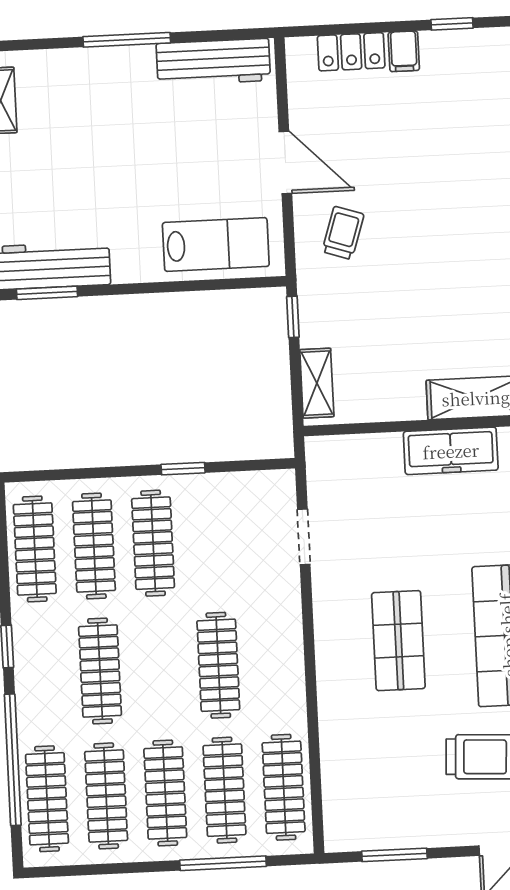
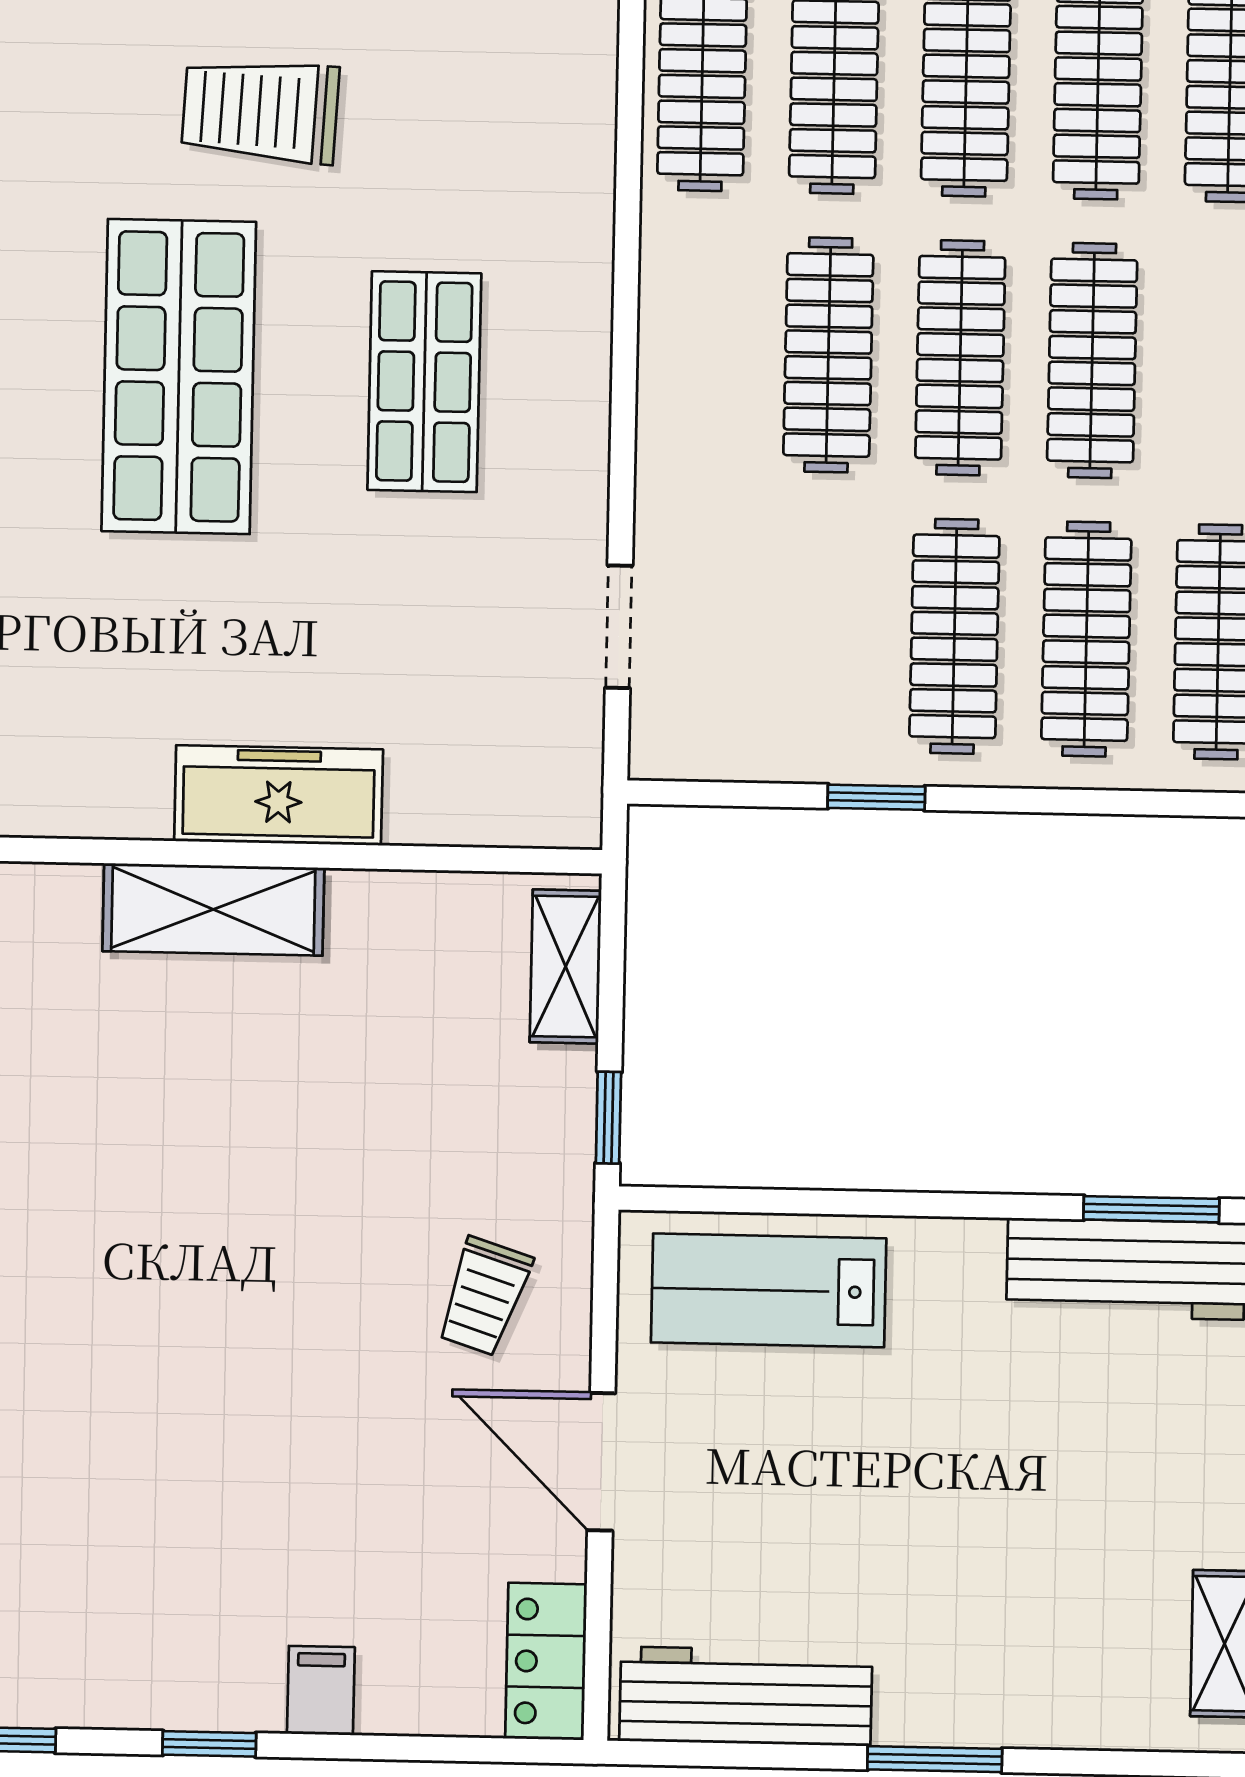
window: (127, 40) -> (935, 1759), width x0.69
locker: (351, 52) -> (546, 1661), moved, turned -90
clothes rail: (159, 668) -> (960, 358), added

